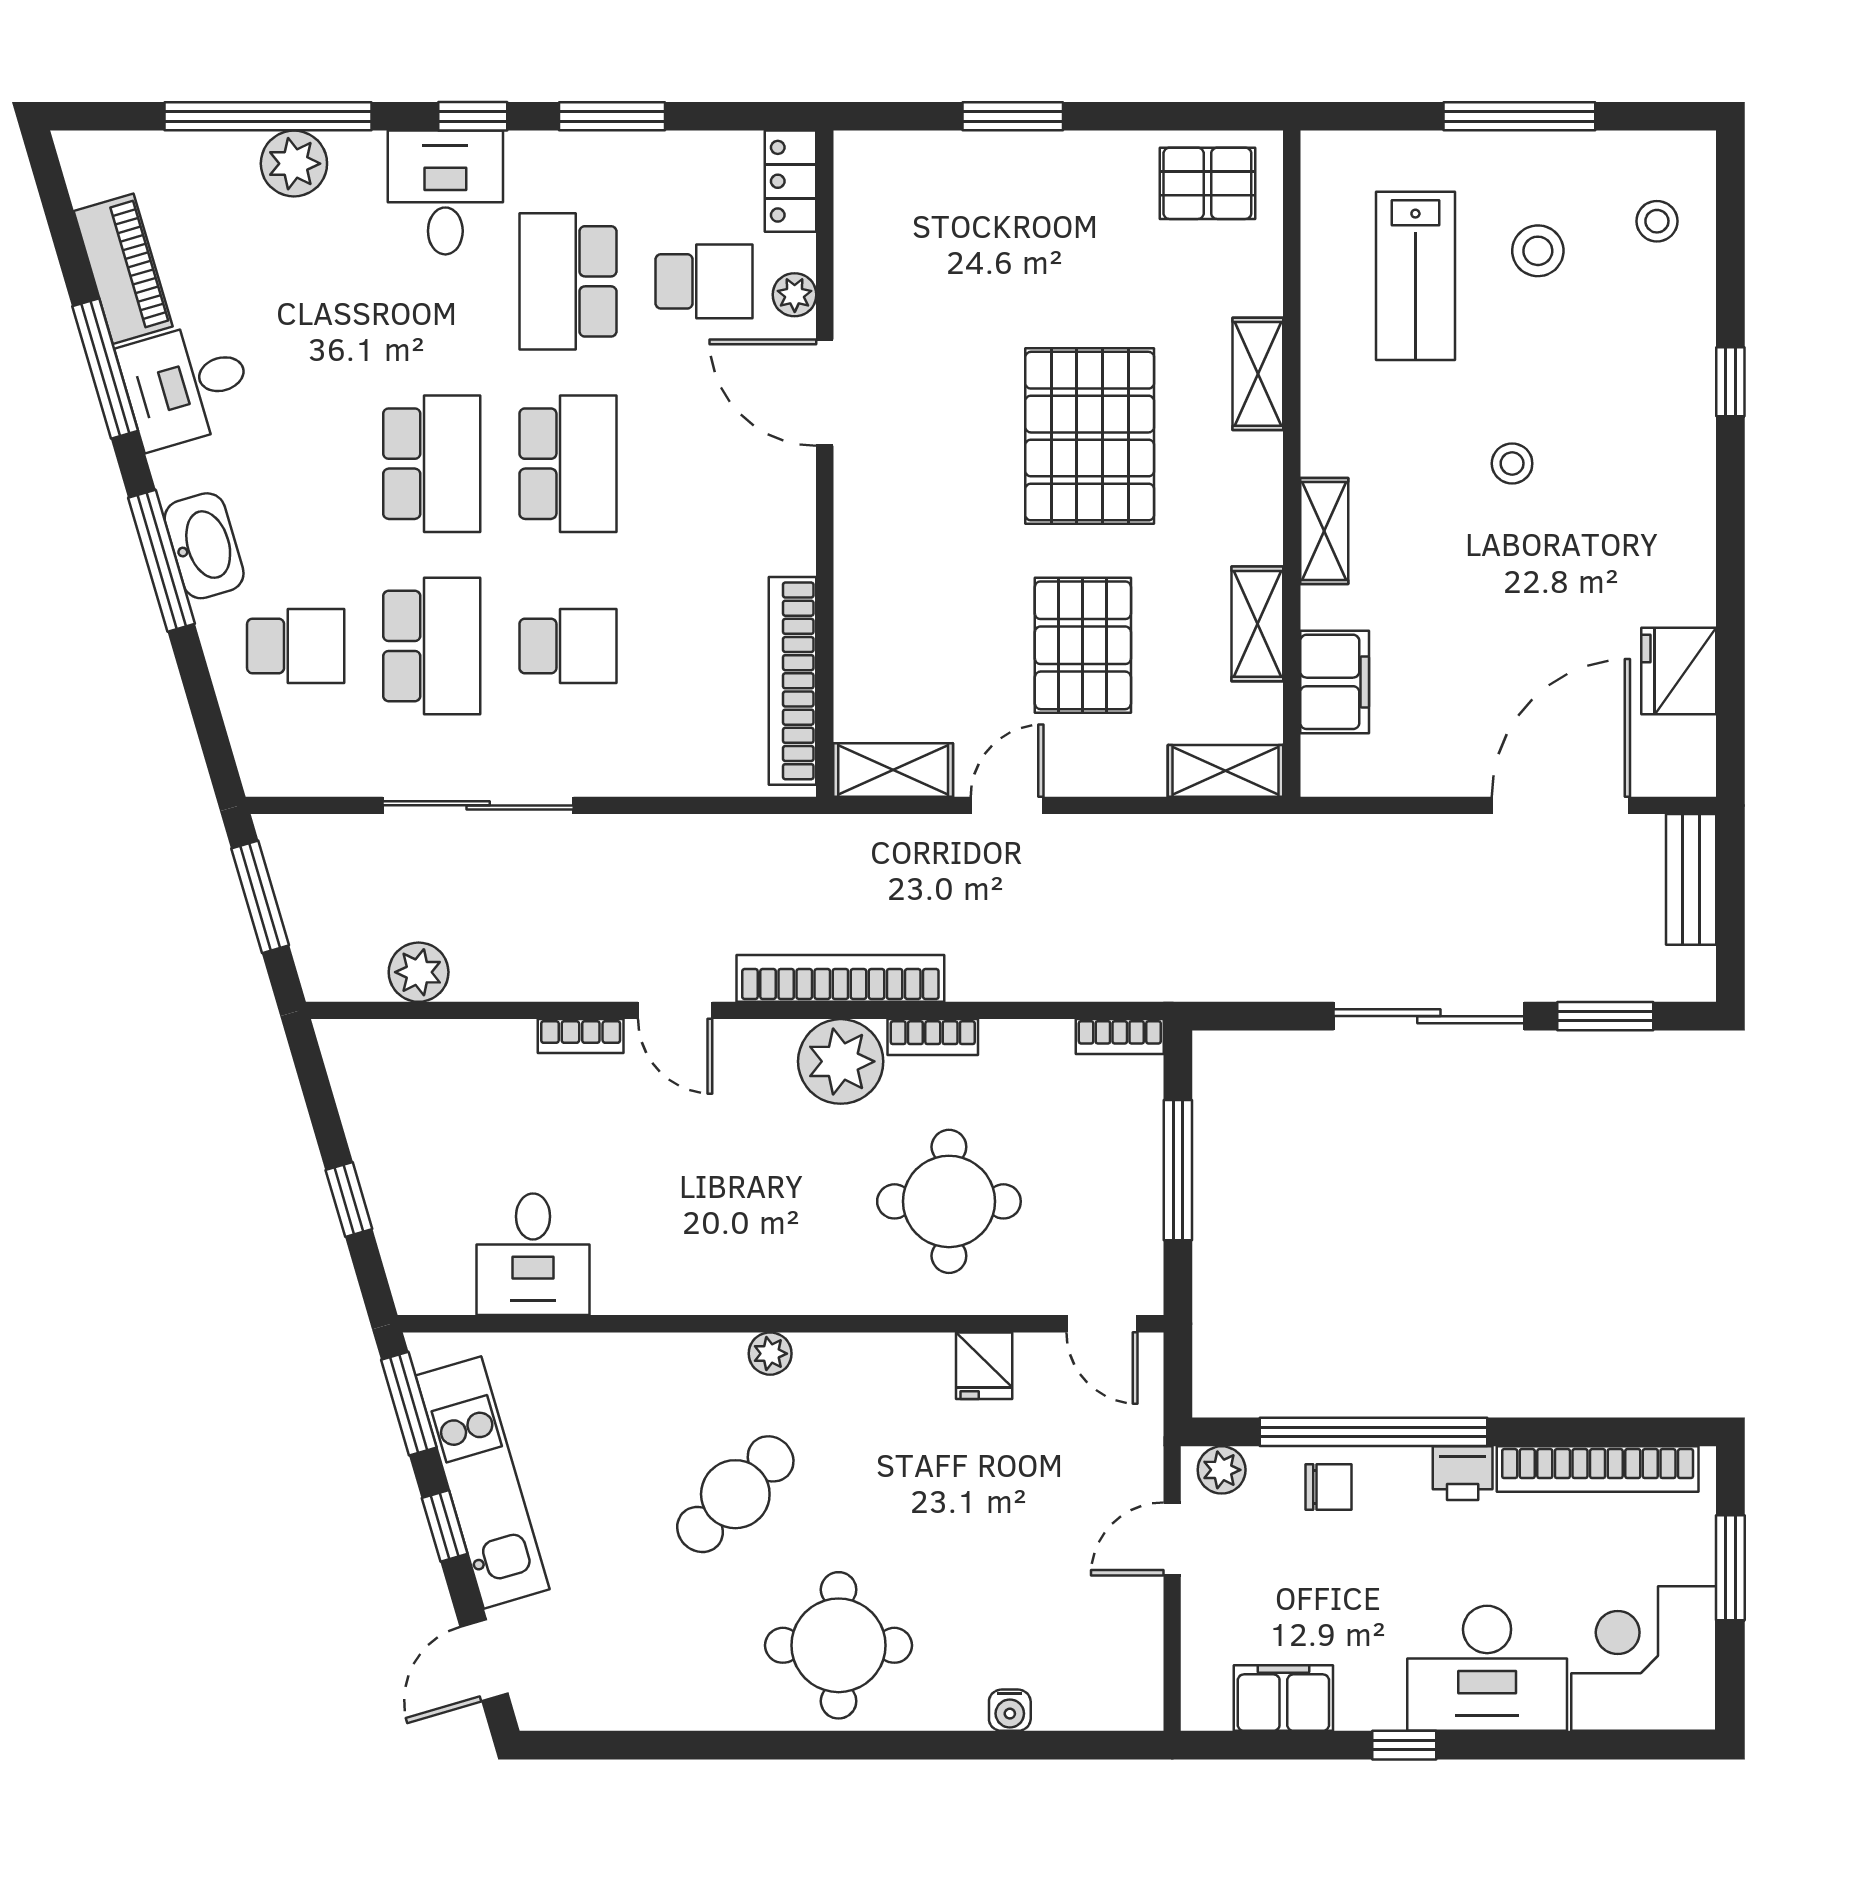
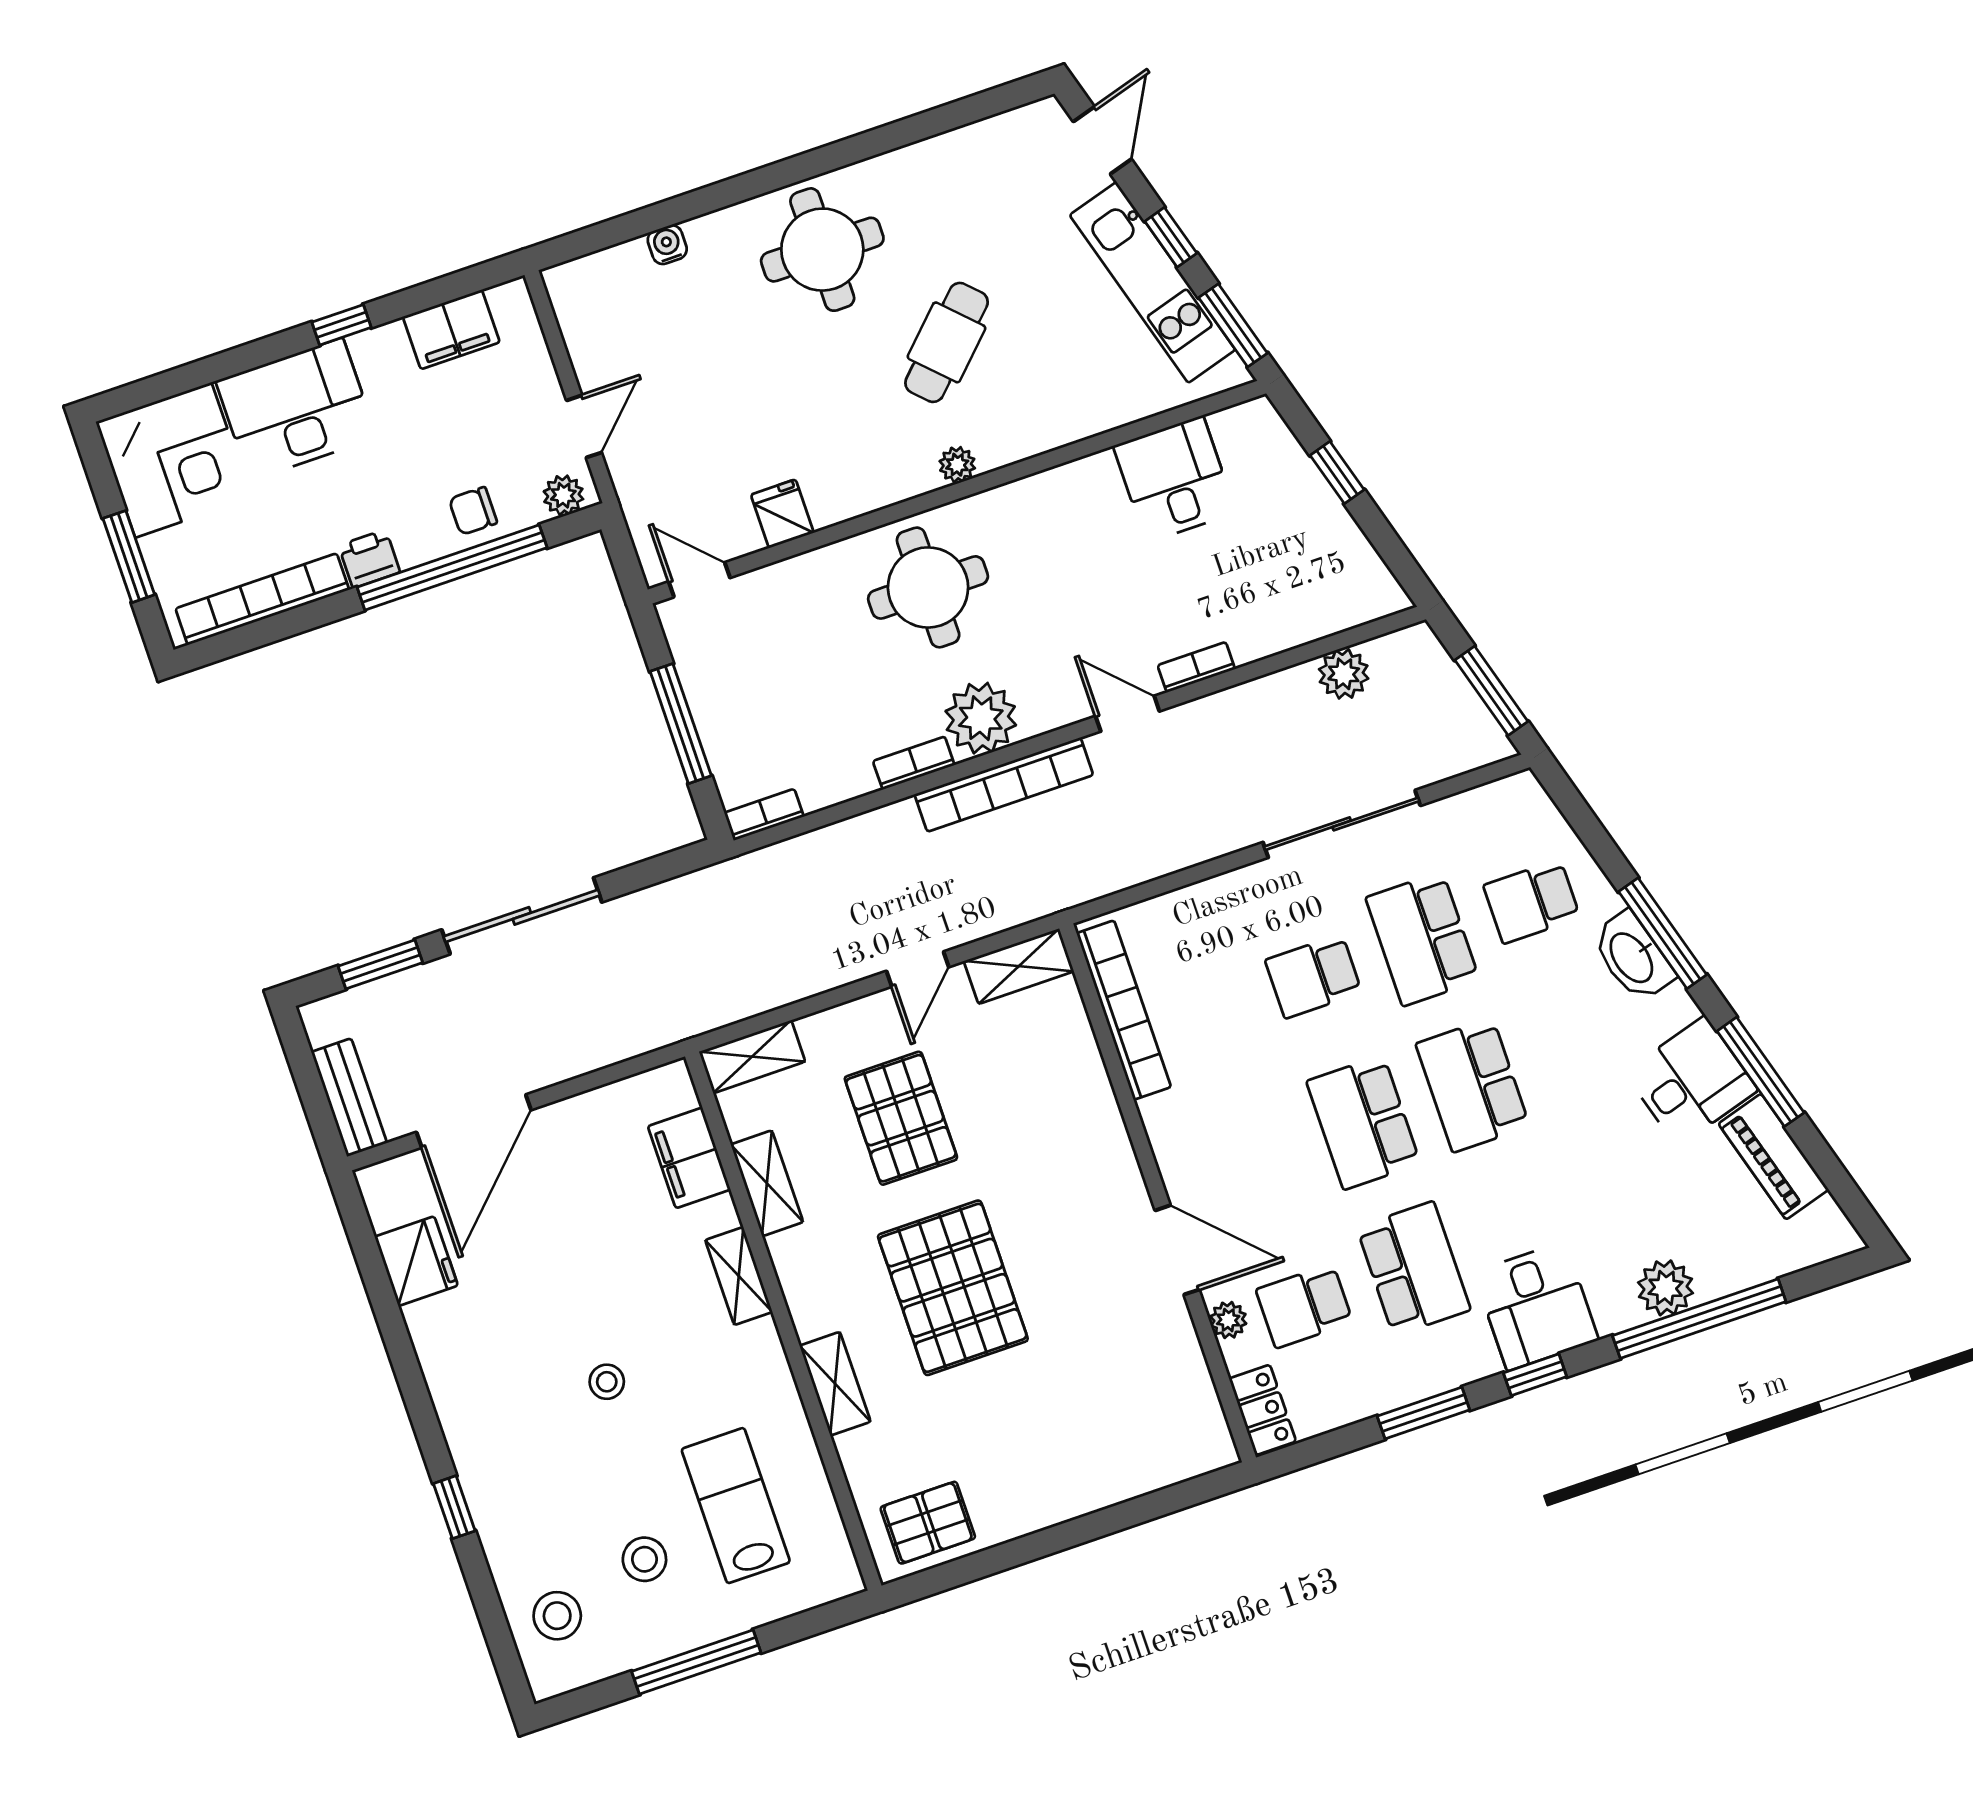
window: (1013, 116) -> (1102, 1523), removed
stool: (1657, 221) -> (557, 1616), width x1.37, depth x1.37
round table: (949, 1201) -> (928, 587), moved

